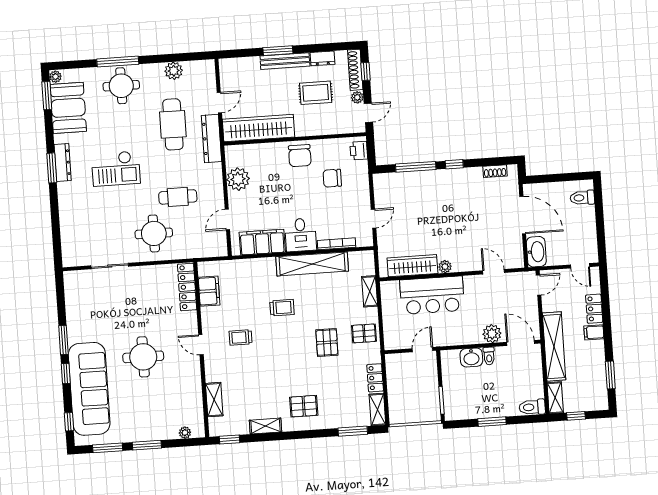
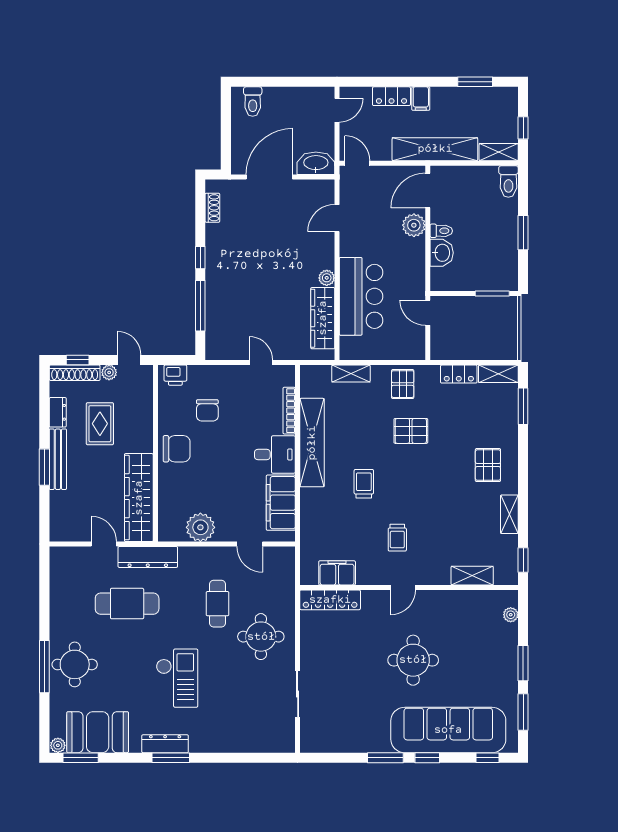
plant: (174, 71) -> (61, 598), removed

